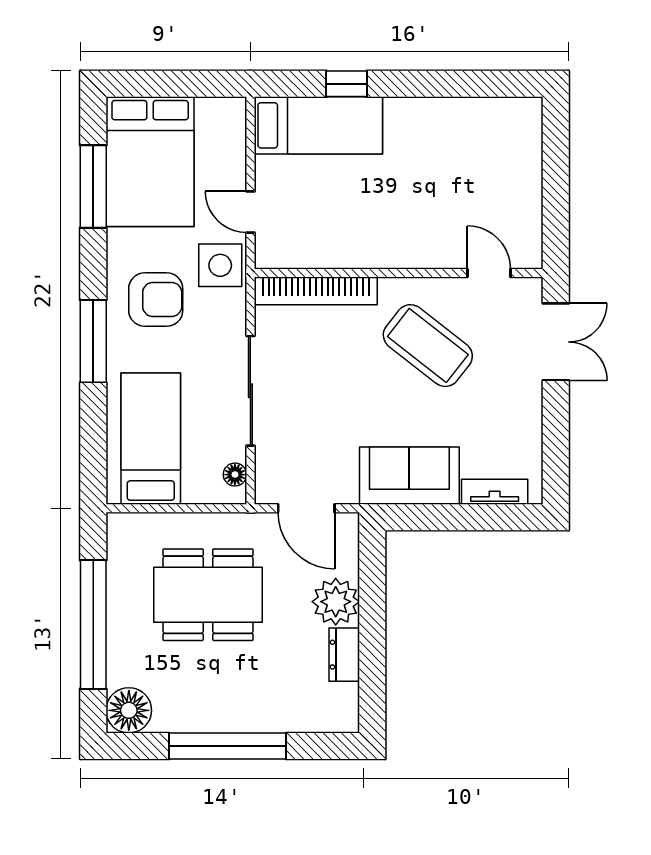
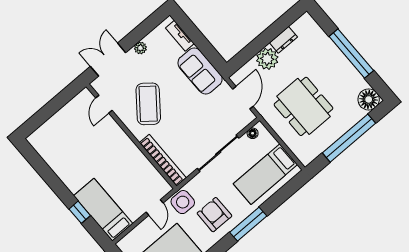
plant: (530, 411) -> (140, 48), added

